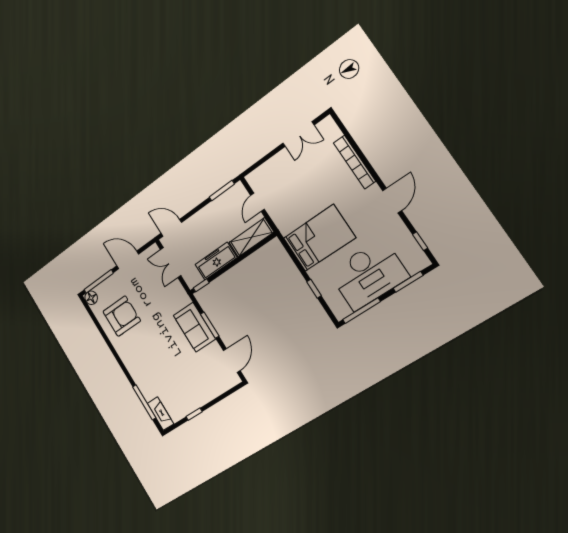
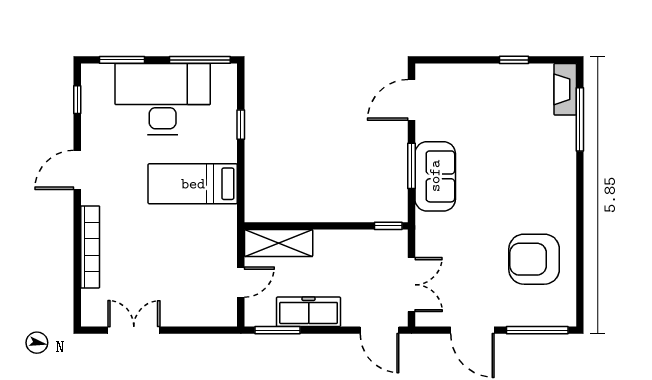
bed: (319, 238) -> (193, 184), width x0.67
freezer: (216, 261) -> (309, 312), moved, turned 180
floor lamp: (91, 298) -> (565, 315), removed

